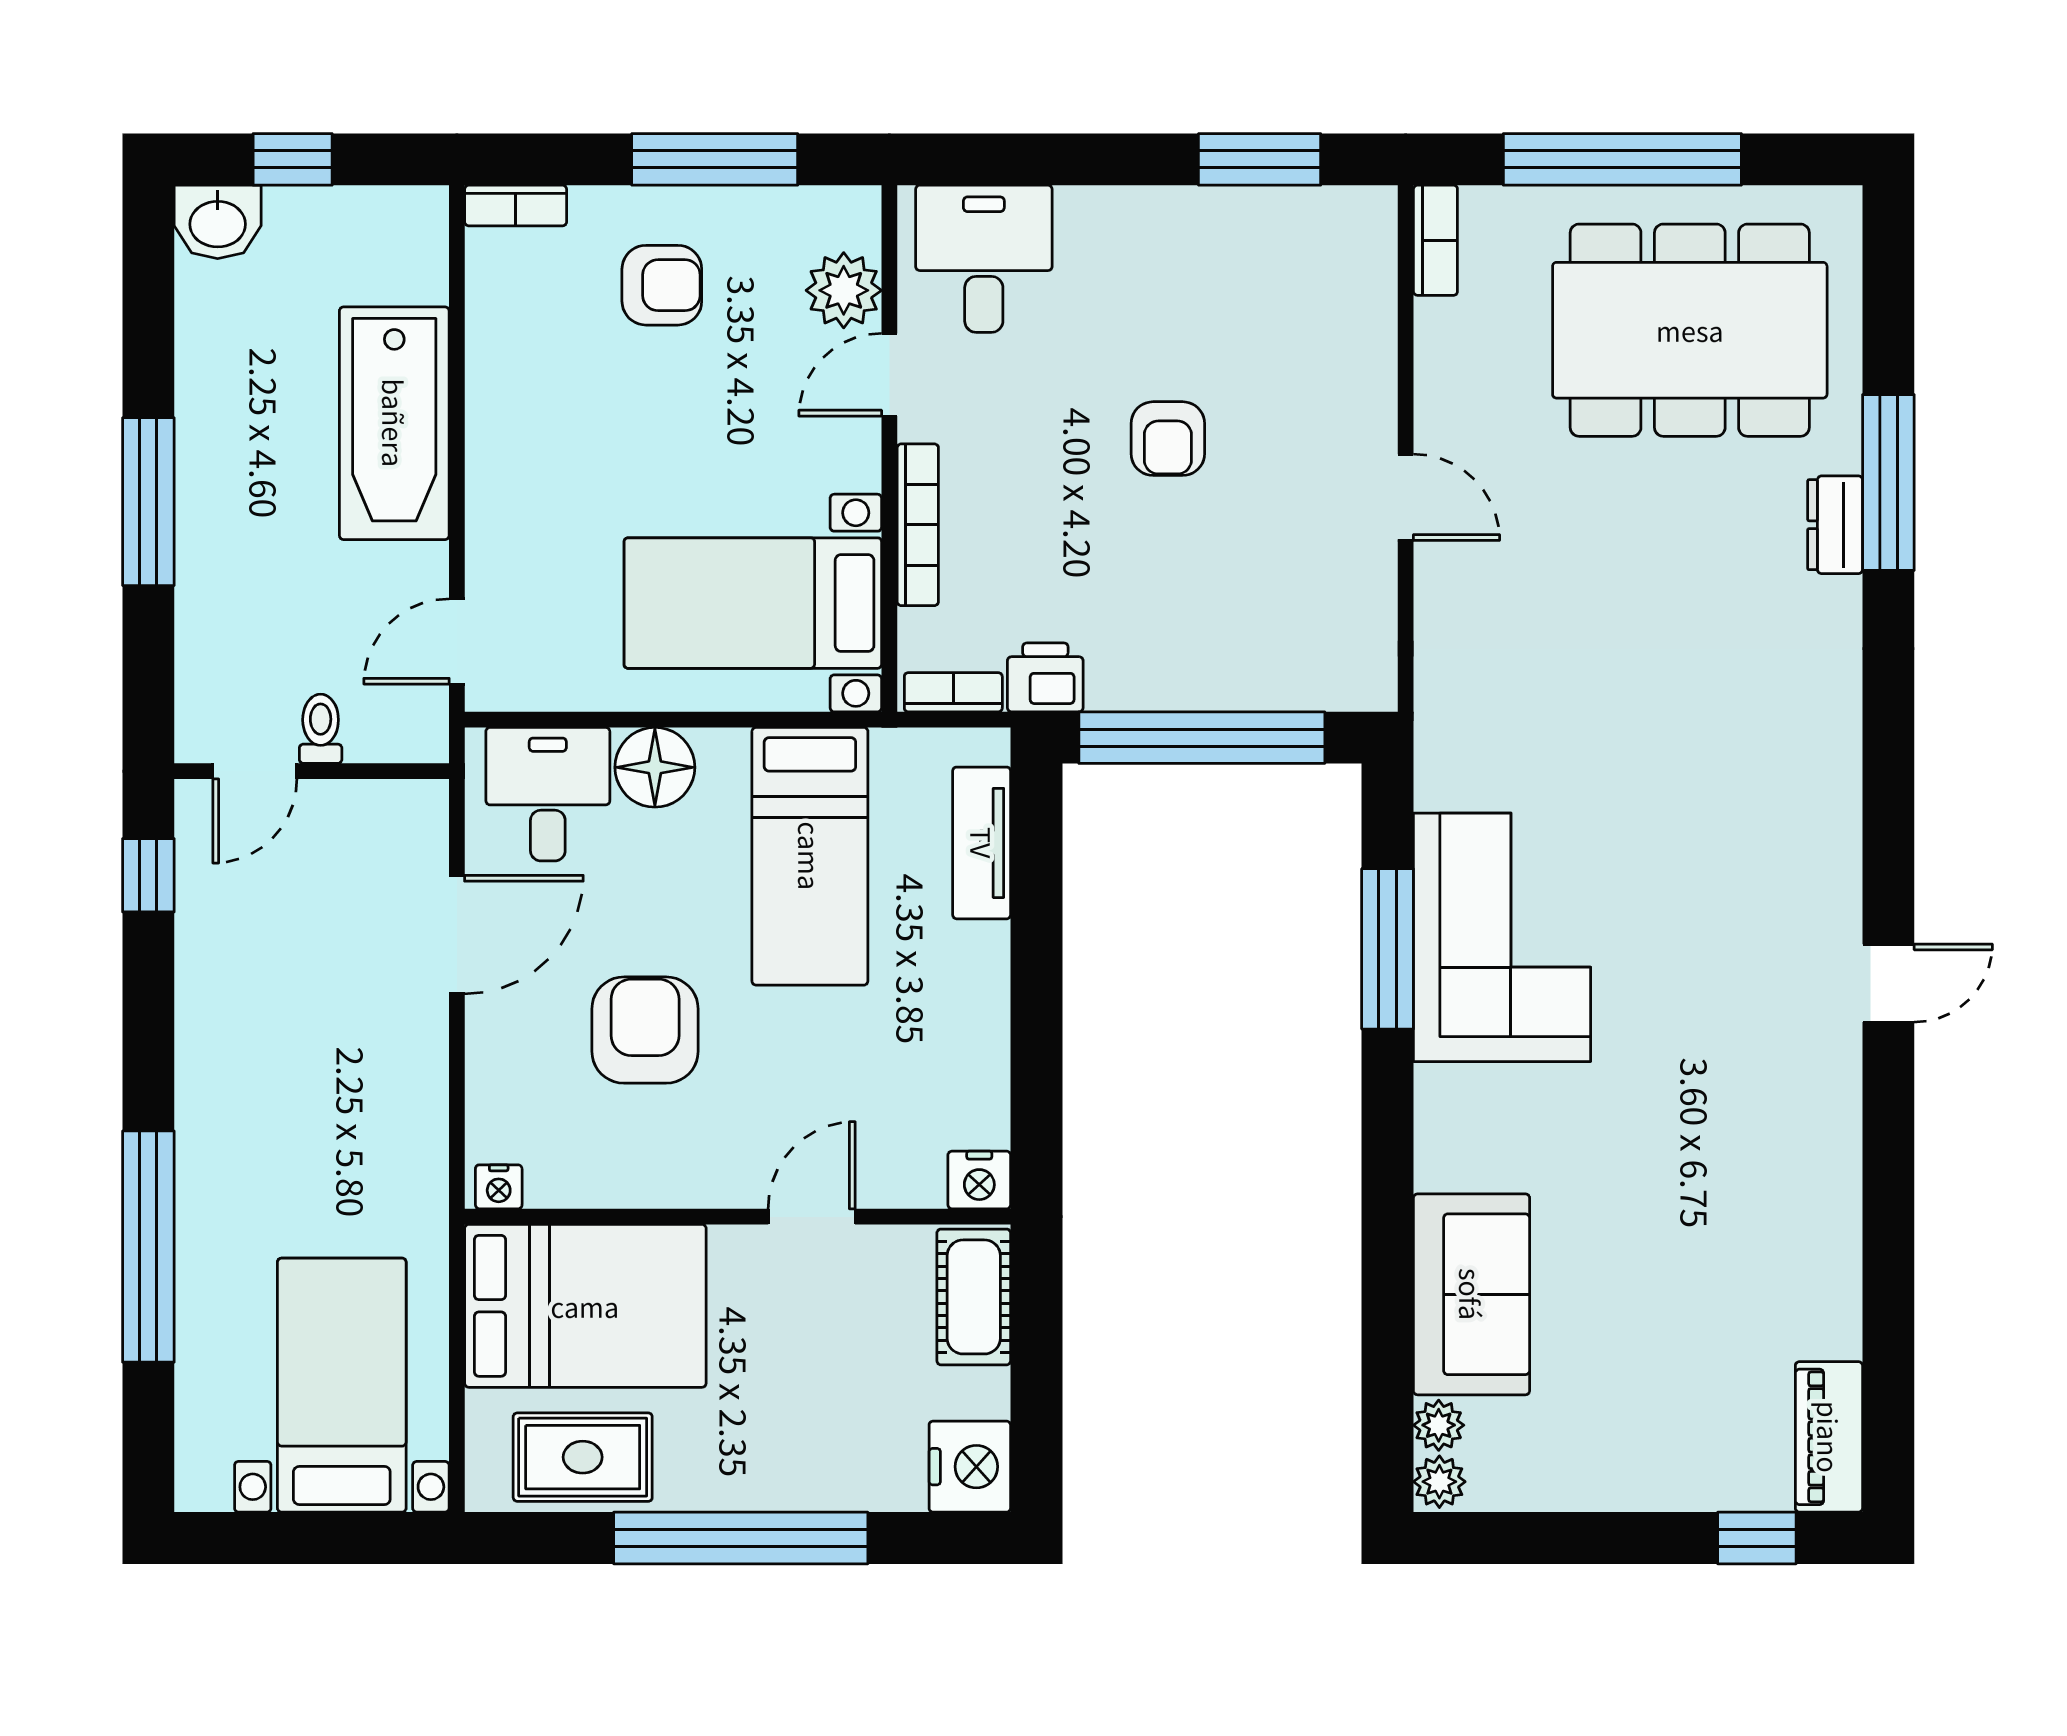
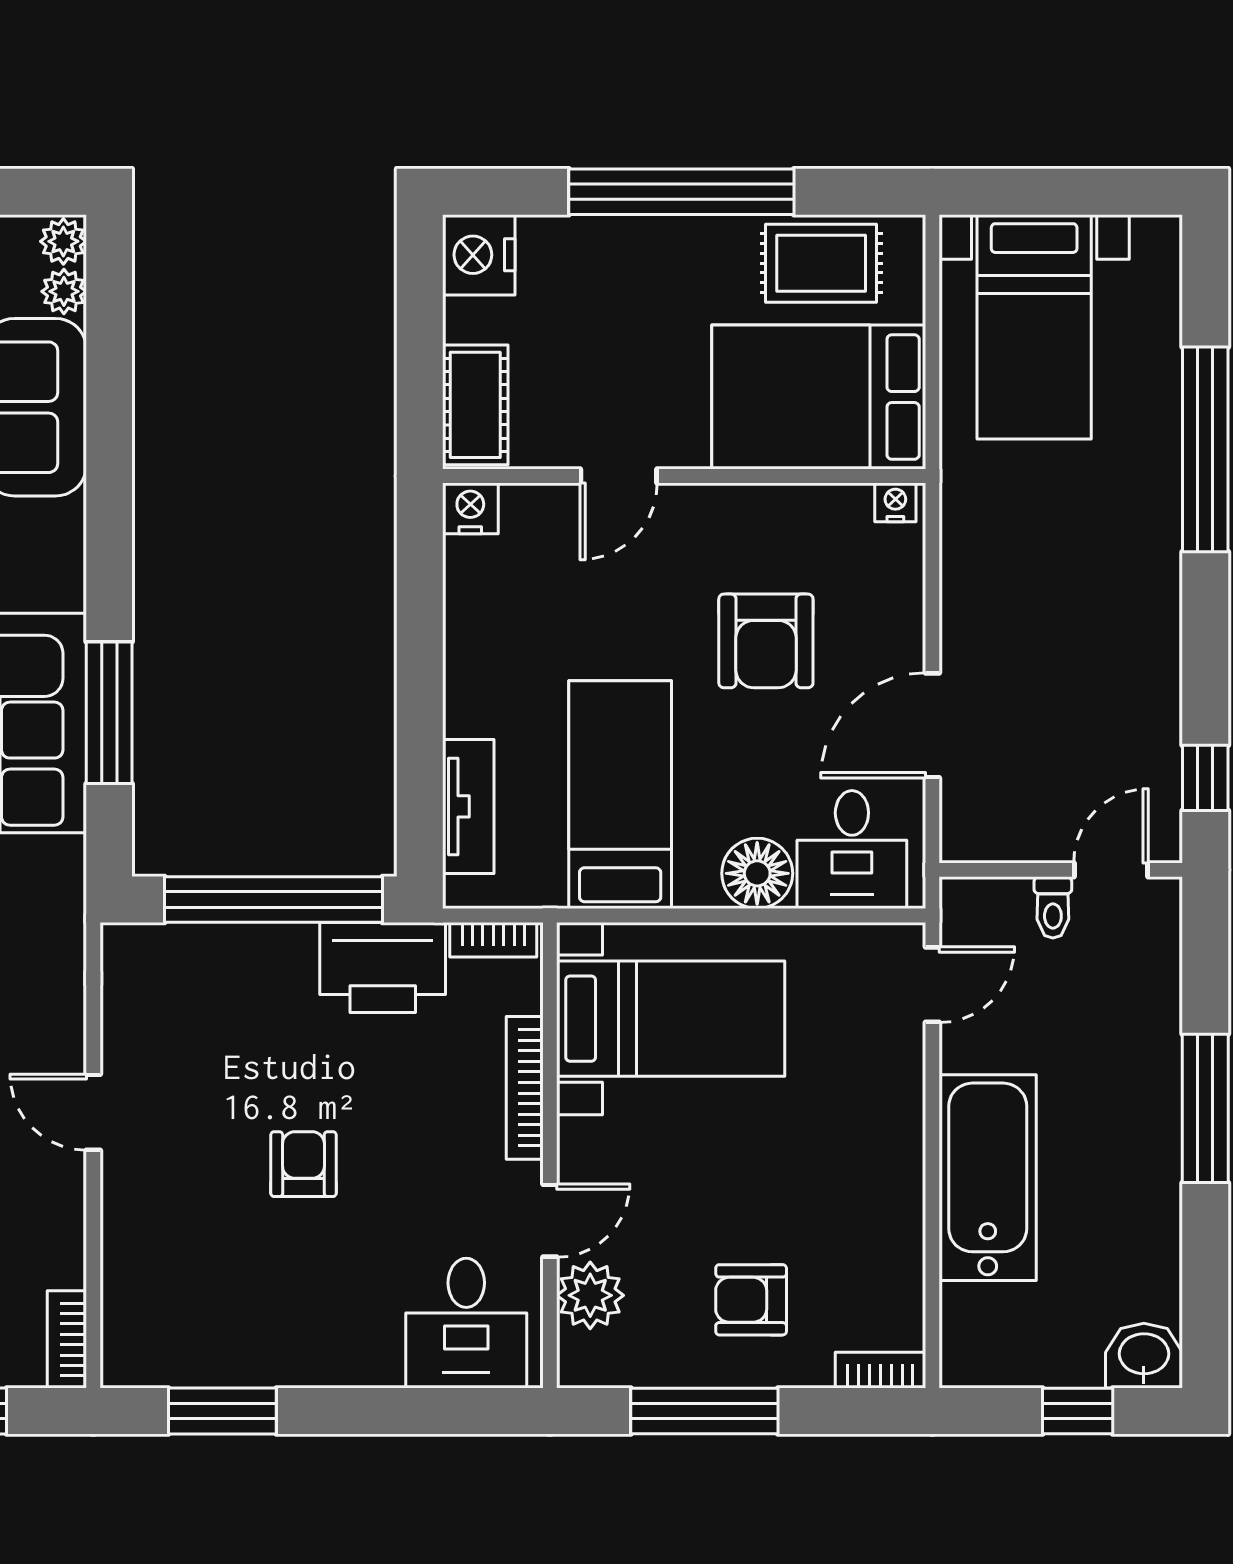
printer: (1045, 677) -> (383, 967), width x1.87, depth x1.48

